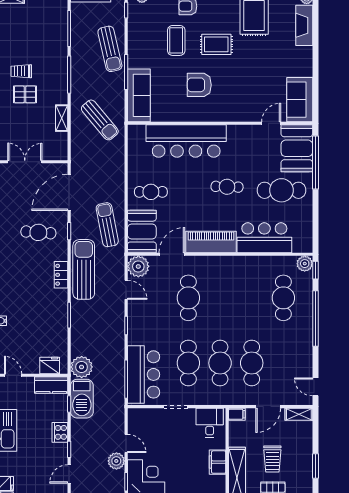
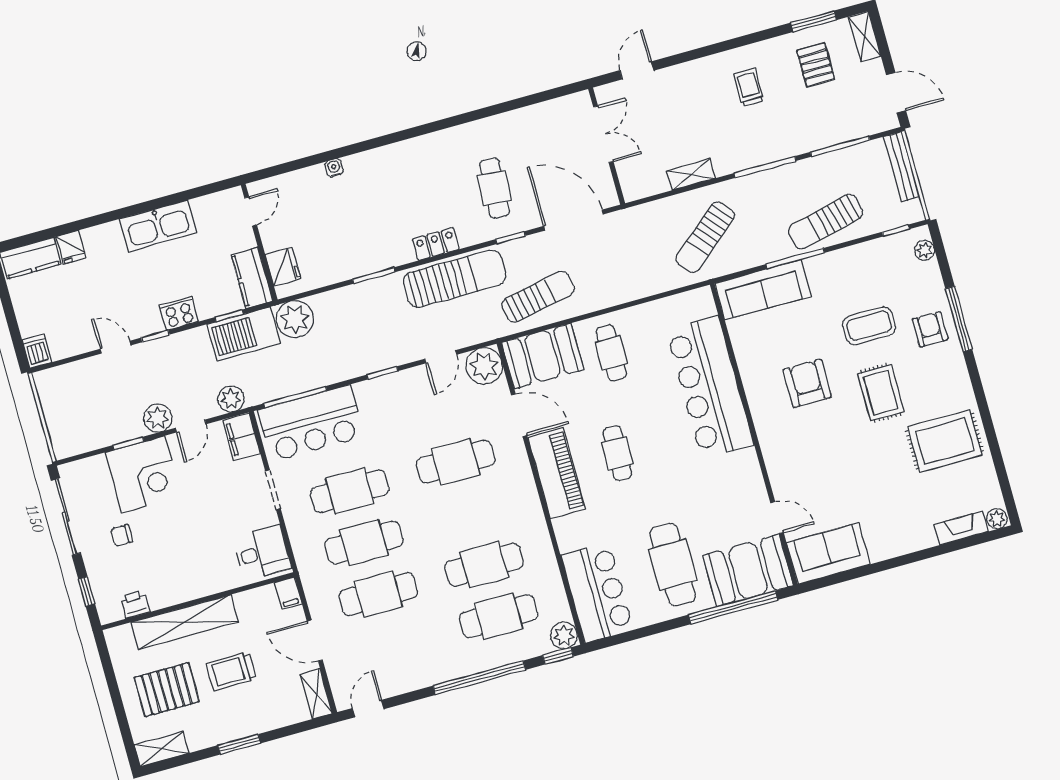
fireplace: (304, 25) -> (961, 528), width x0.73, depth x0.76
pallet: (25, 94) -> (816, 65), moved
cafe table: (227, 187) -> (618, 453), moved
bar counter: (264, 238) -> (597, 592), moved
cafe table: (252, 298) -> (484, 565), added
plant: (117, 416) -> (231, 399), added
filing cabinet: (218, 462) -> (241, 437), moved, turned -90

